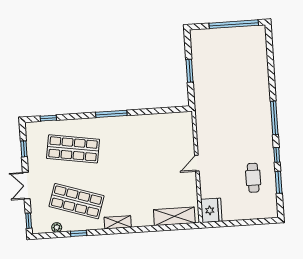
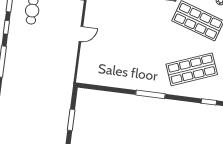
shop shelf: (73, 149) -> (192, 69), turned -30

